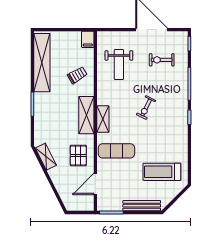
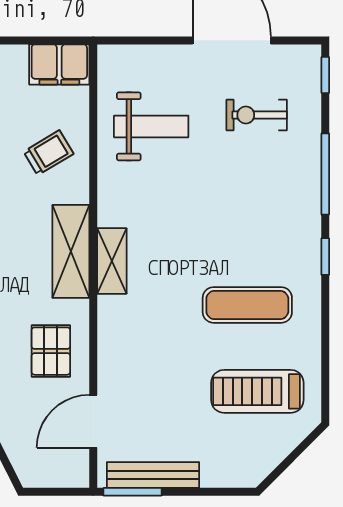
filing cabinet: (88, 39) -> (59, 64), width x2.00
weight bench: (119, 64) -> (151, 126), turned -90
exercise bike: (146, 108) -> (218, 233), removed
exercise mat: (116, 151) -> (247, 305), moved
bench: (142, 206) -> (153, 475), moved

